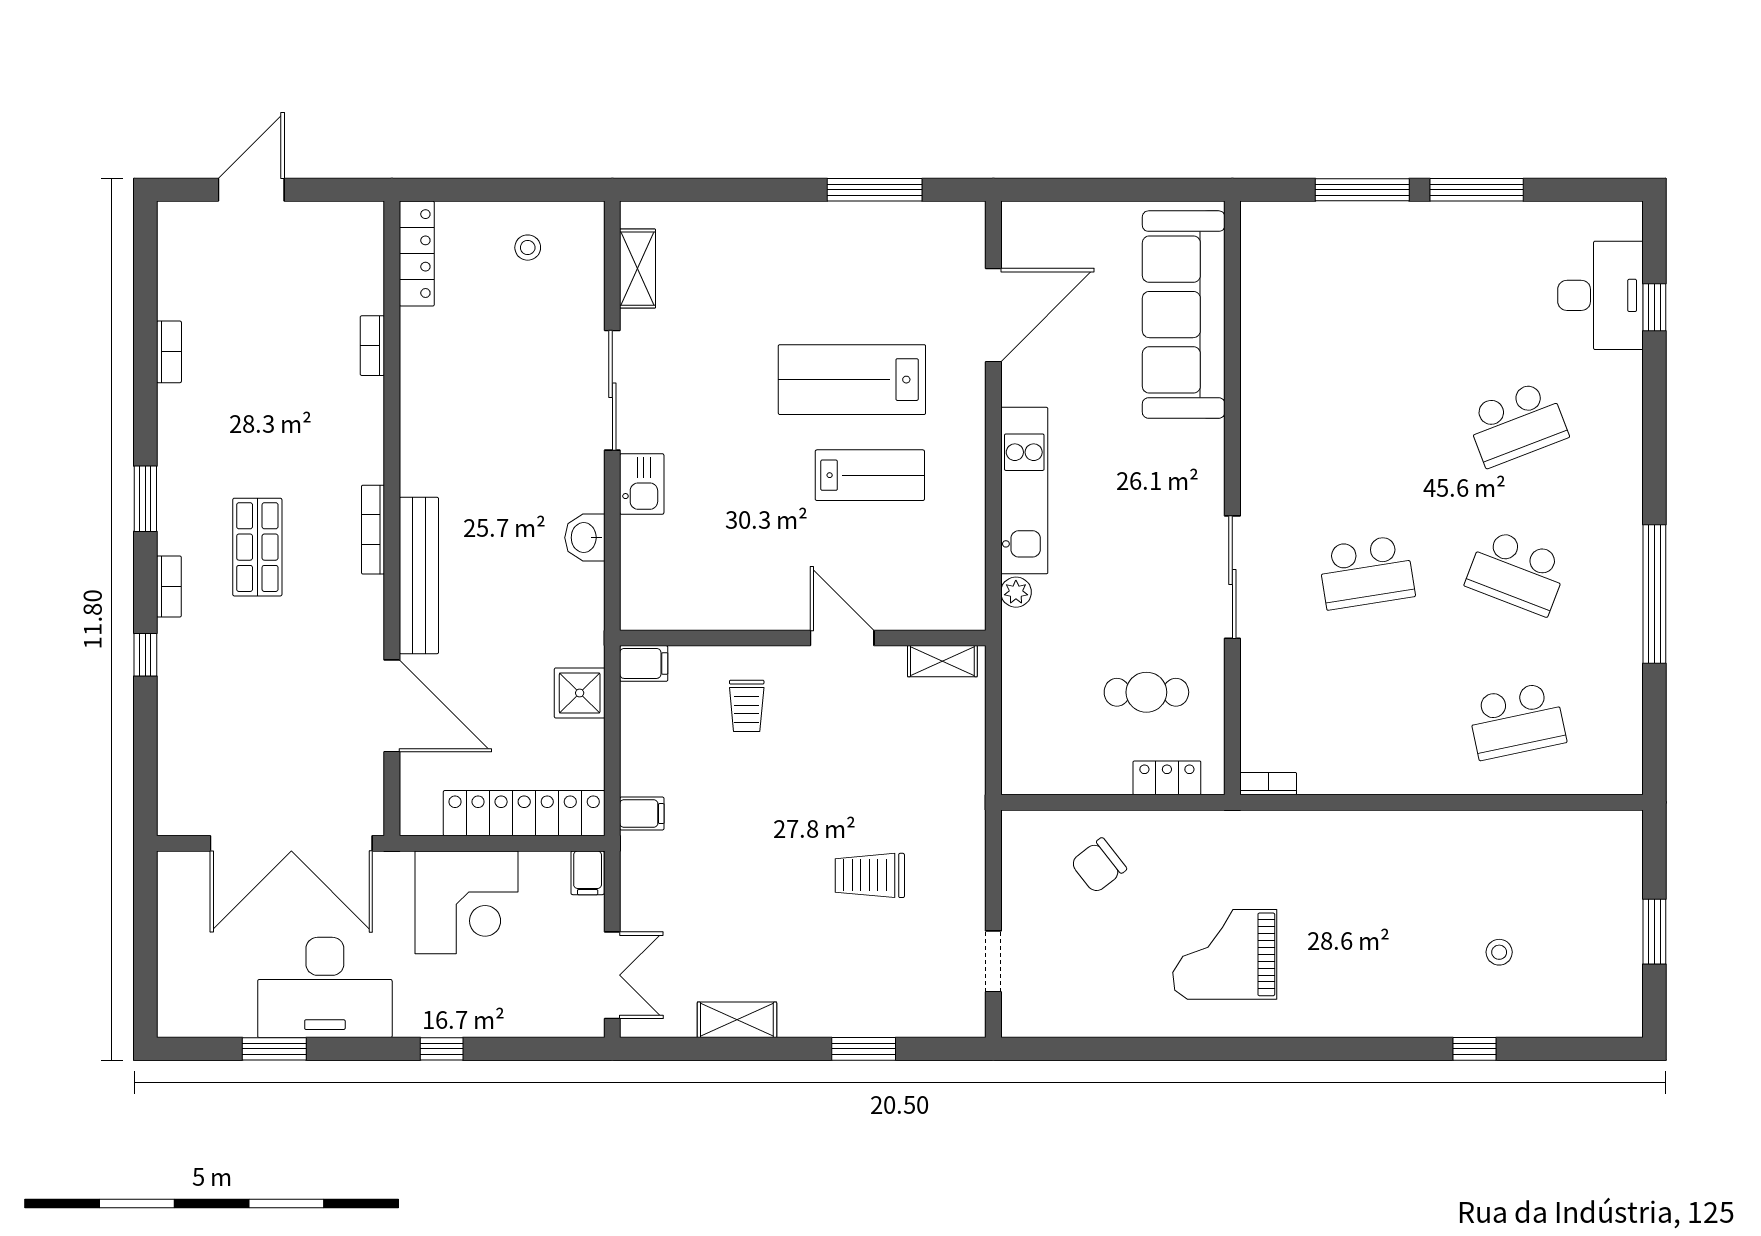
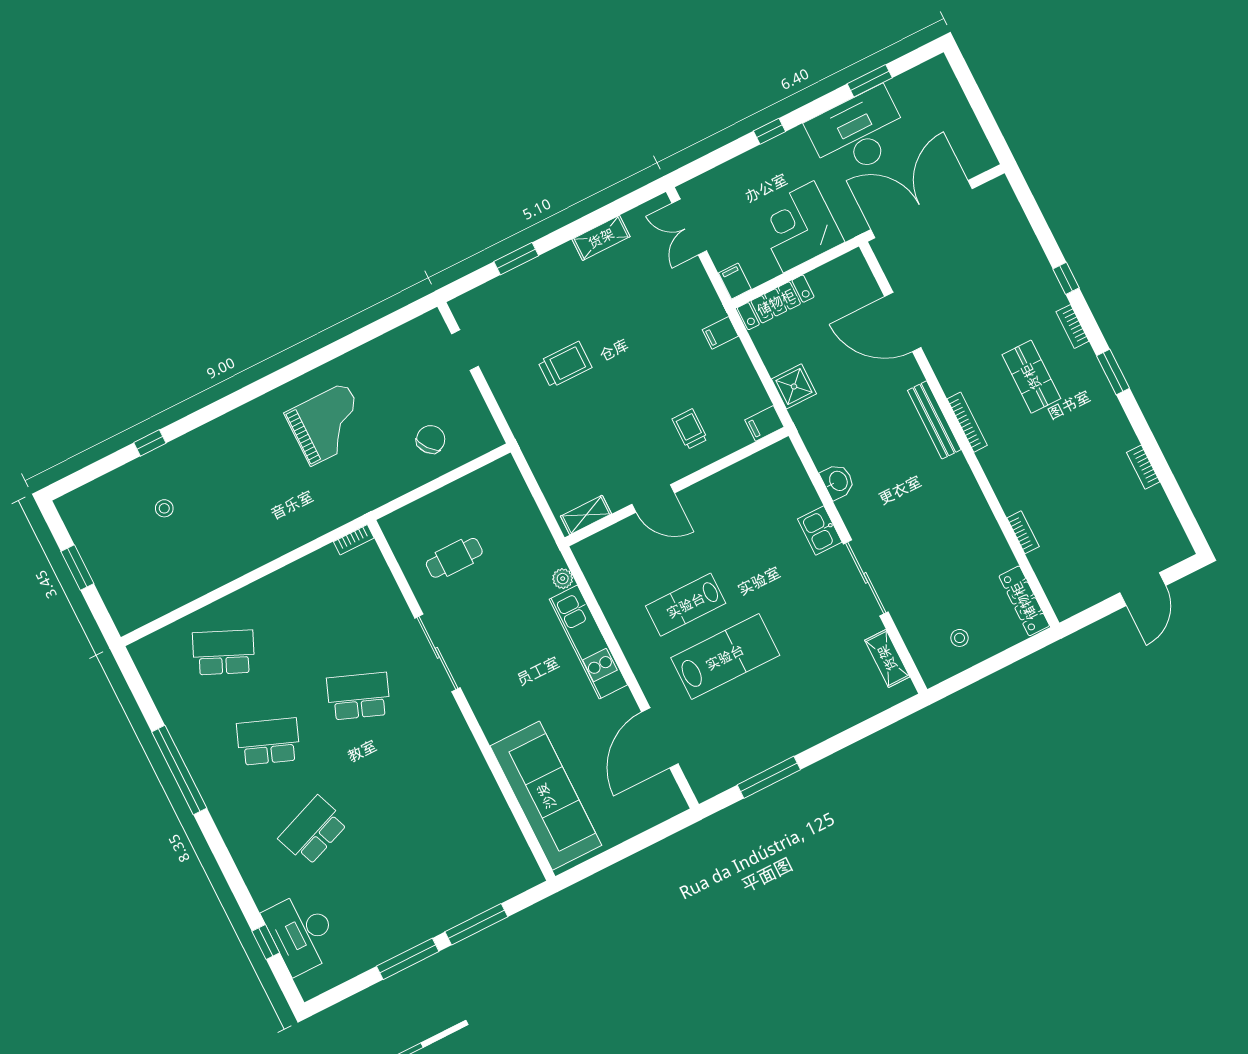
school desk: (1366, 572) -> (359, 696), turned 30
bench: (419, 576) -> (934, 420), width x0.73, depth x0.82
school desk: (1517, 721) -> (224, 652), turned 36
locker: (1167, 778) -> (416, 513), removed
locker: (524, 813) -> (776, 302), width x0.71, depth x0.83

